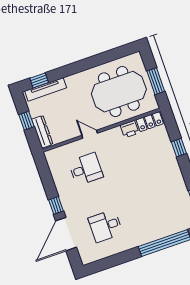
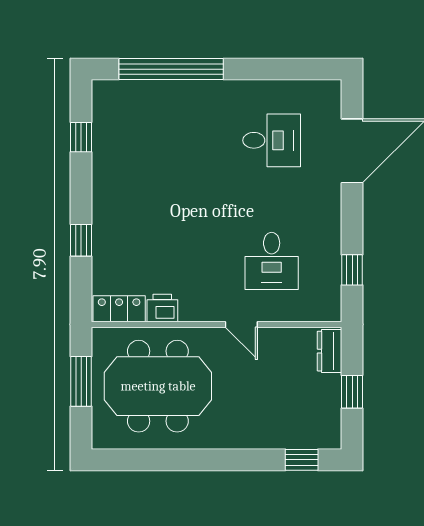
tv unit: (46, 89) -> (295, 438), removed
dresser: (42, 132) -> (329, 351), width x0.70
desk: (86, 169) -> (272, 261), turned -90
window: (56, 205) -> (352, 270), moved

